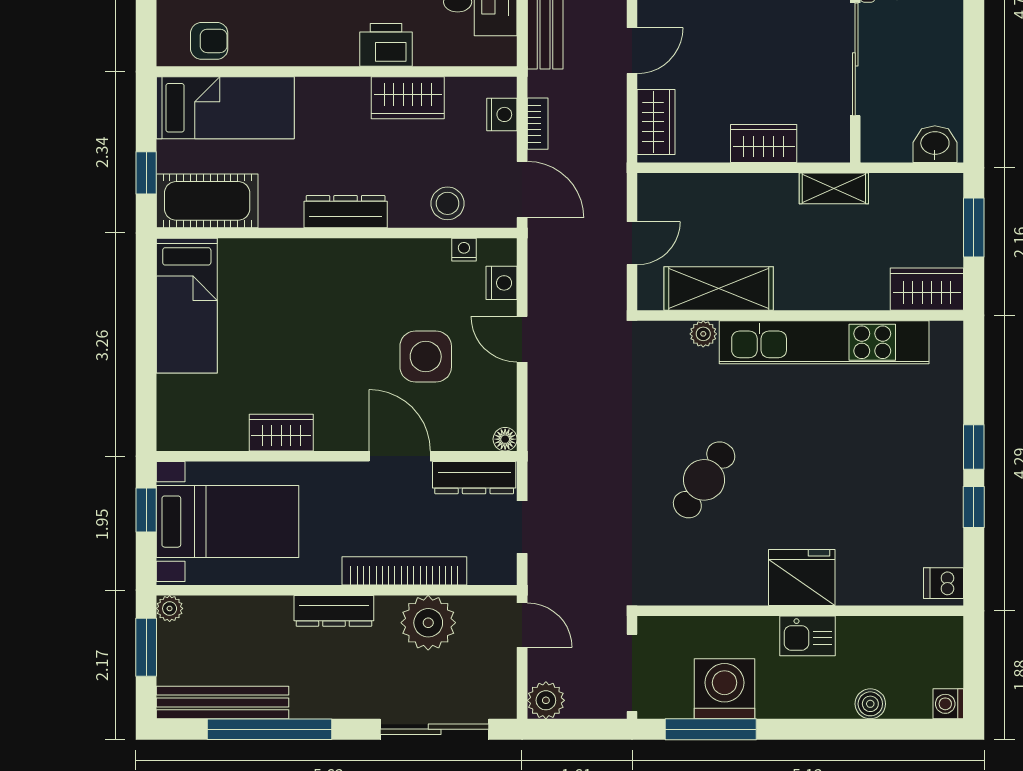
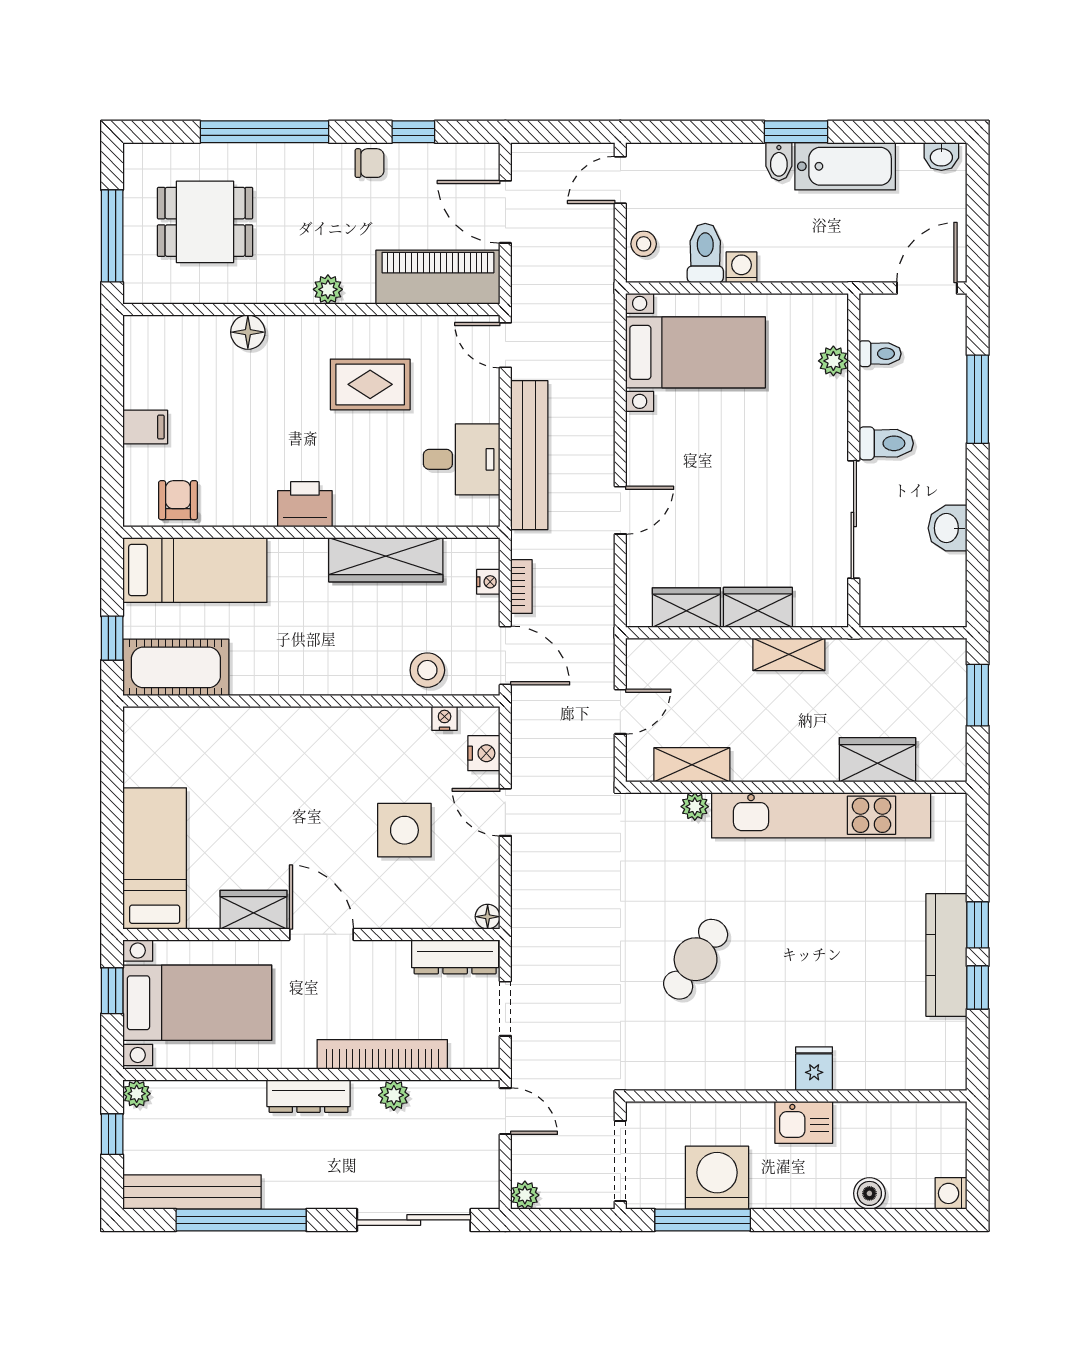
armchair: (209, 41) -> (178, 500), turned -90
printer: (386, 45) -> (305, 504), moved
wardrobe: (408, 98) -> (386, 560), width x1.50
nightstand: (502, 114) -> (488, 582), width x0.72, depth x0.74
wardrobe: (656, 122) -> (686, 608), moved, turned -90
washbasin: (935, 144) -> (948, 528), moved, turned -90
shelving: (834, 188) -> (789, 654), moved
dresser: (346, 212) -> (321, 679), removed
shelving: (719, 288) -> (692, 765), width x0.67, depth x0.75
wardrobe: (927, 289) -> (877, 760), moved
bed: (187, 306) -> (155, 858), moved, turned 180
door: (400, 456) -> (321, 934), moved
kitchen counter: (944, 476) -> (946, 955), added
fridge: (802, 578) -> (814, 1069), width x0.53, depth x0.75
dishwasher: (943, 583) -> (946, 1067), removed
plant: (428, 623) -> (394, 1095), width x0.53, depth x0.53
window: (146, 647) -> (112, 1134), width x0.67
plant: (546, 700) -> (525, 1195), width x0.73, depth x0.73

